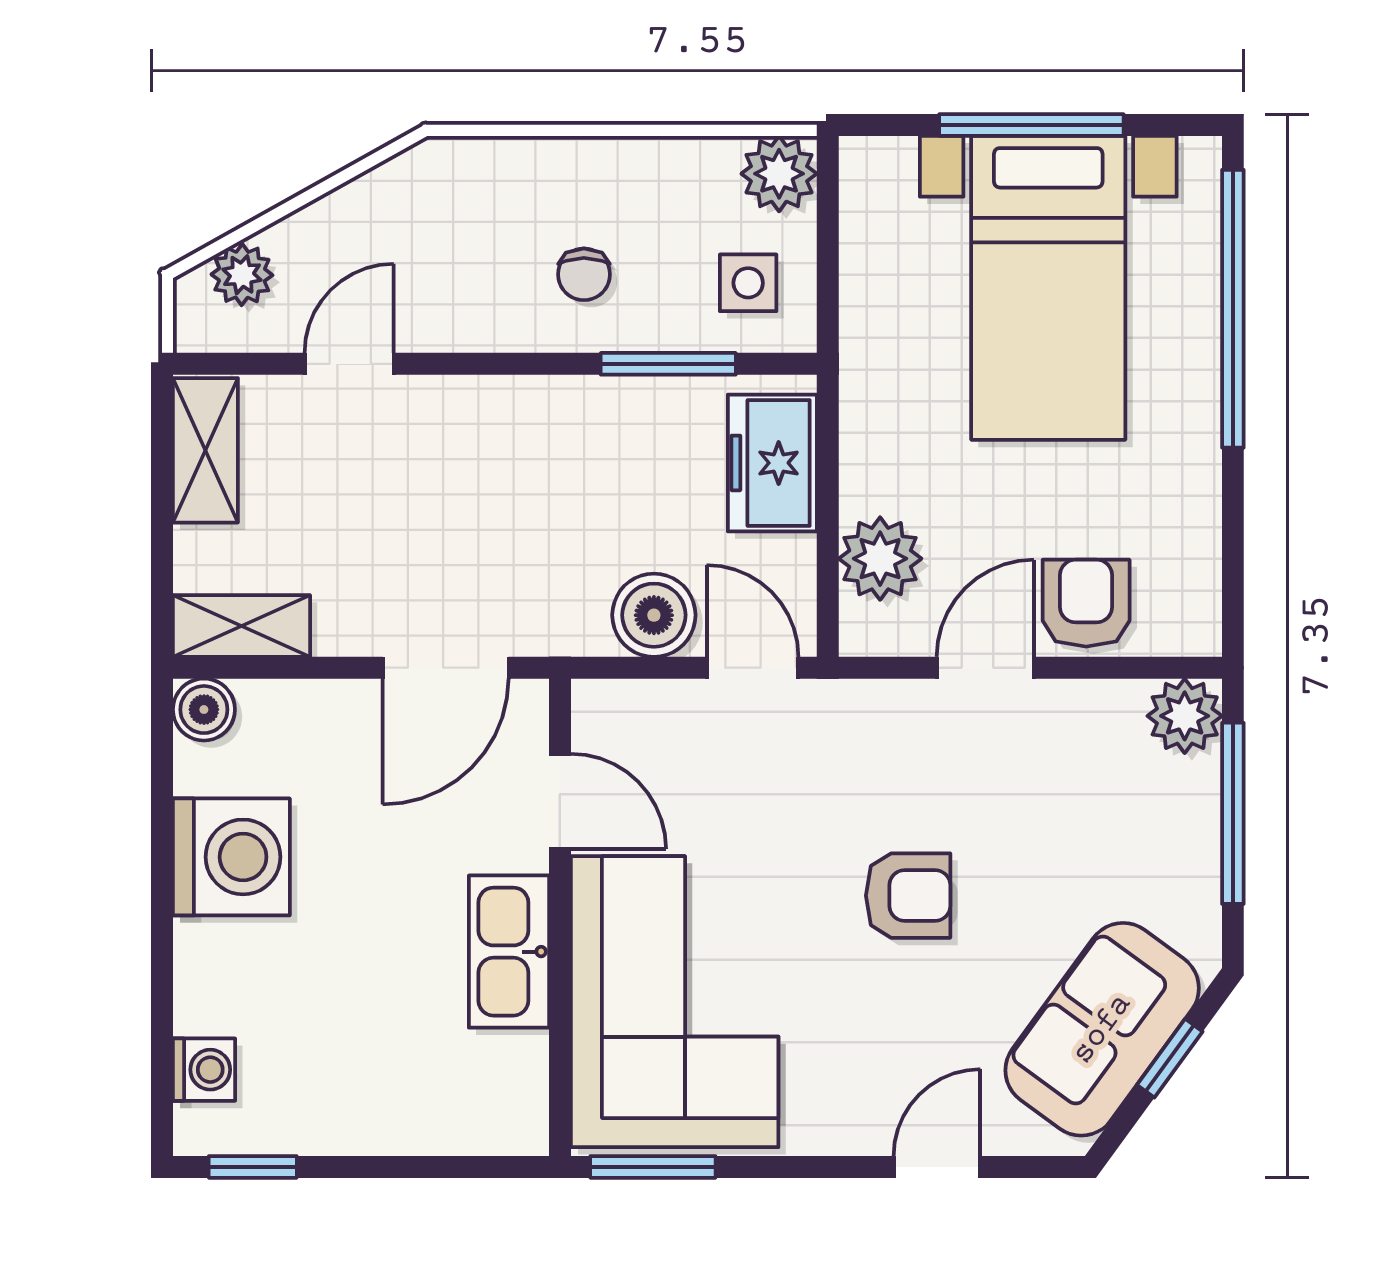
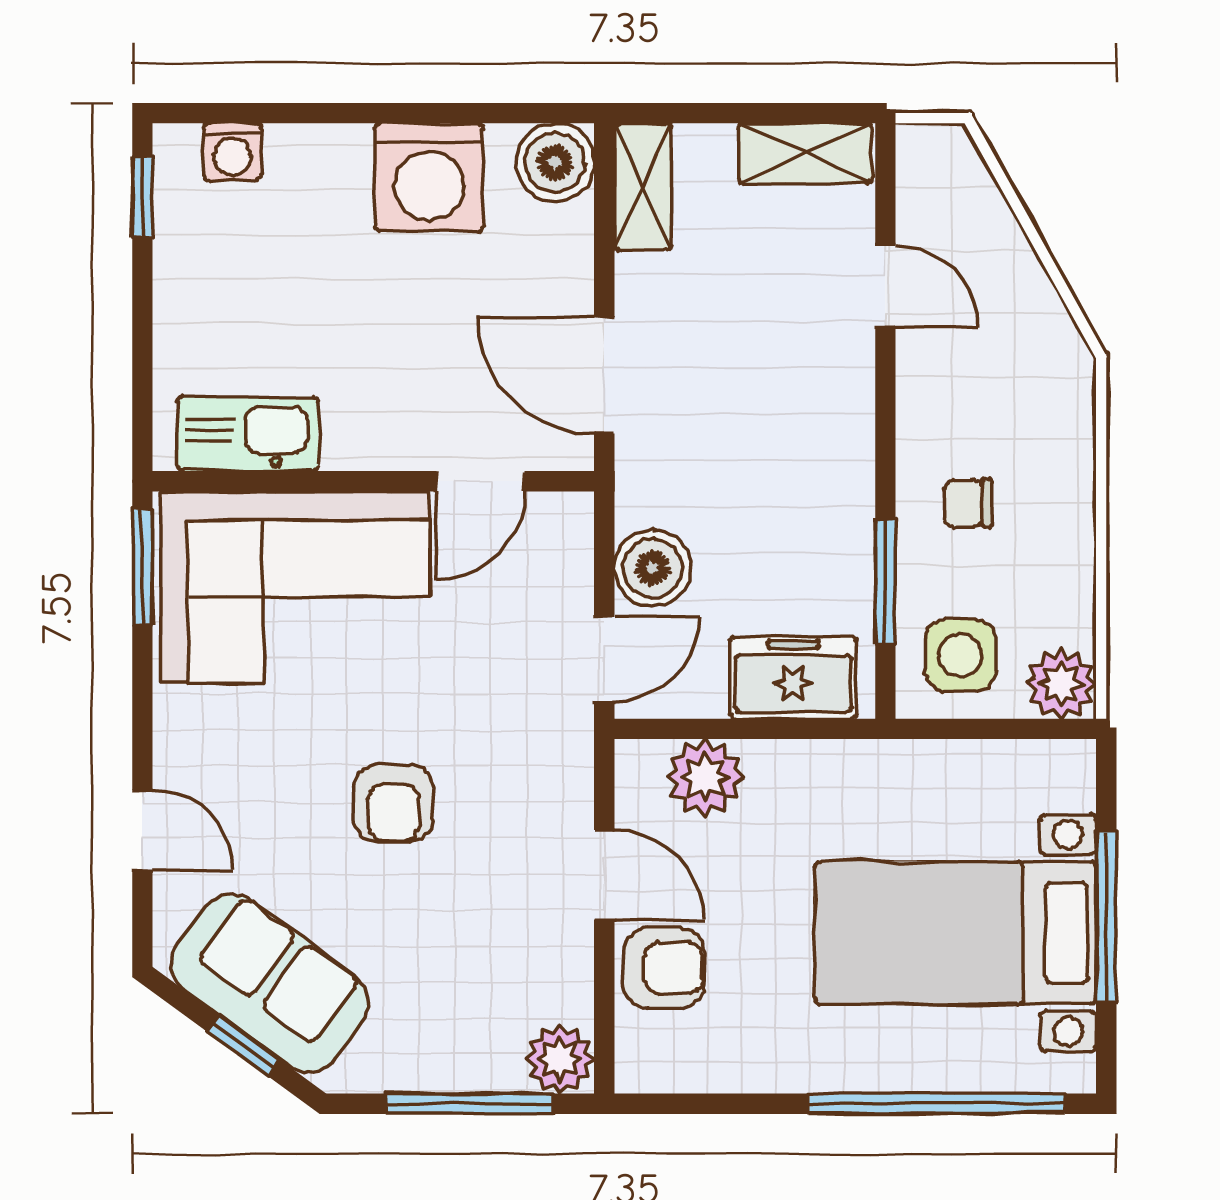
plant: (242, 275) -> (968, 187), removed
side table: (748, 283) -> (960, 655), width x1.37, depth x1.37
boiler: (204, 710) -> (555, 162), width x1.36, depth x1.36
kitchen sink: (509, 952) -> (248, 434), moved

